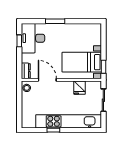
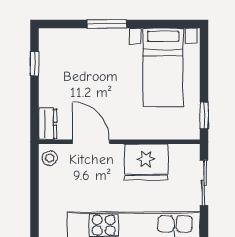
desk: (33, 38) -> (62, 58), removed
bed with nightstands: (82, 62) -> (163, 68), moved, turned -90
fridge: (80, 88) -> (146, 162), width x1.88, depth x1.34

